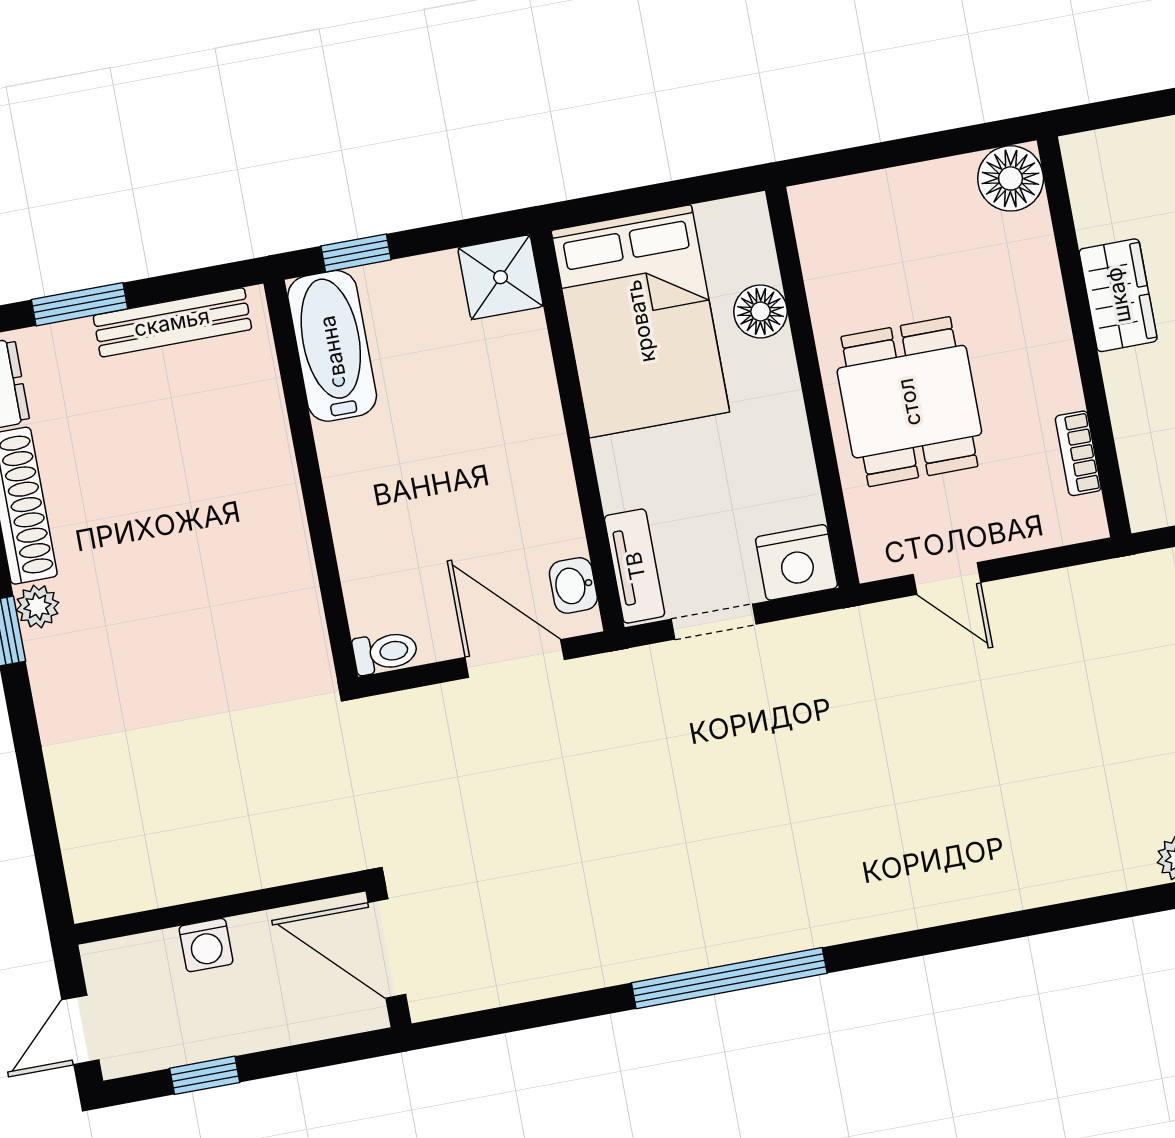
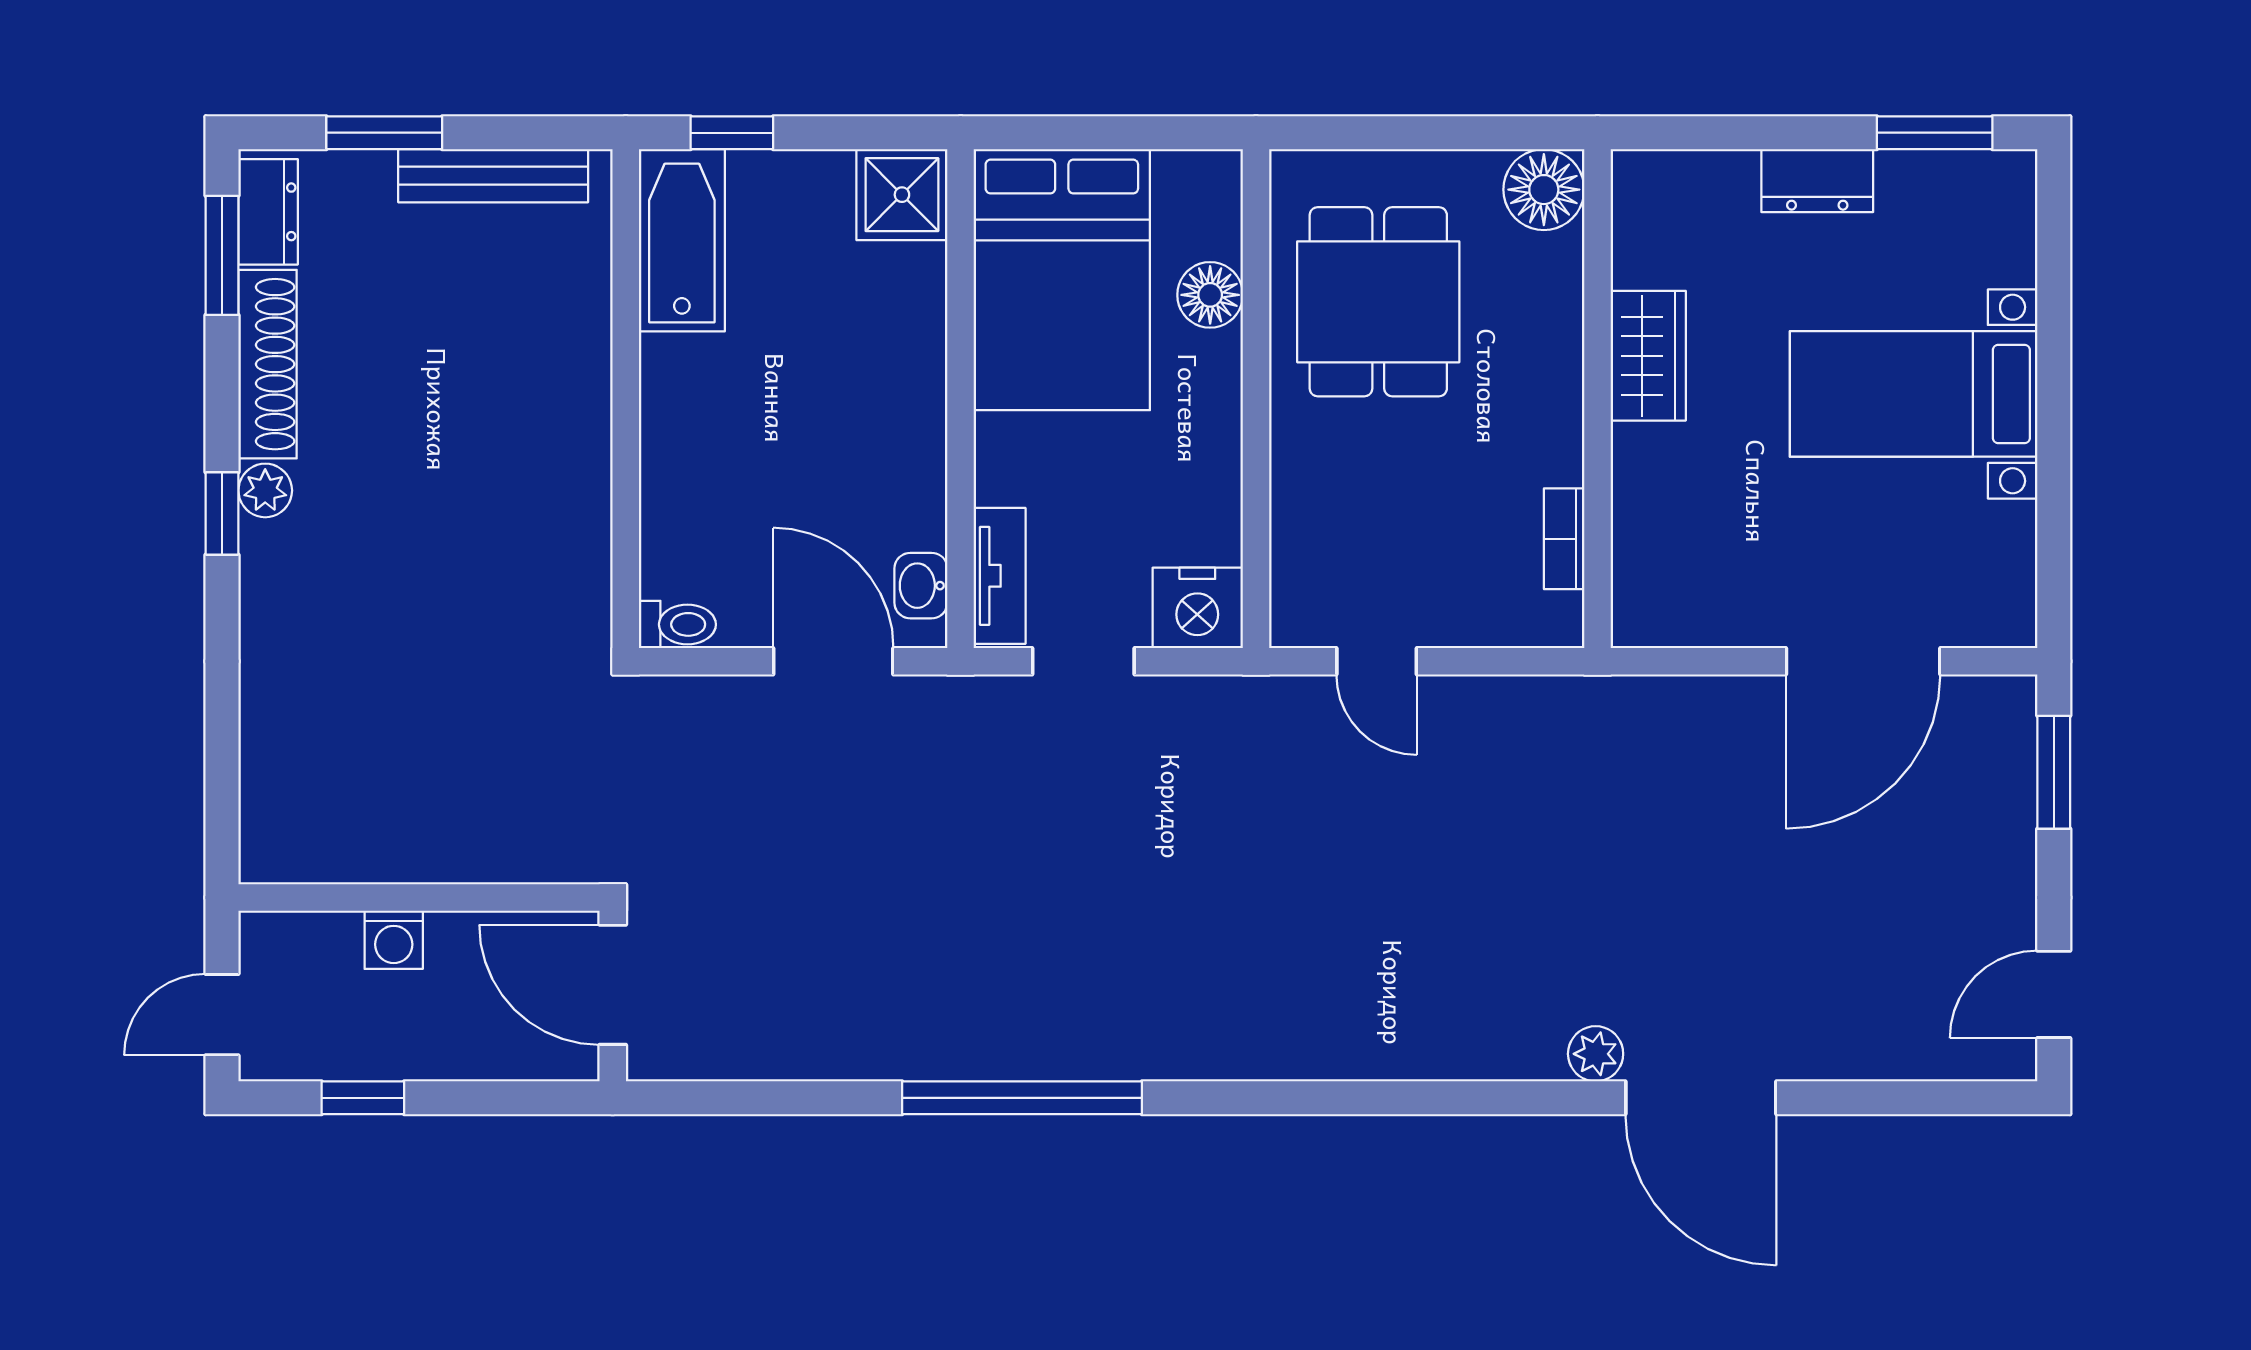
dining table: (909, 402) -> (1378, 302), moved

